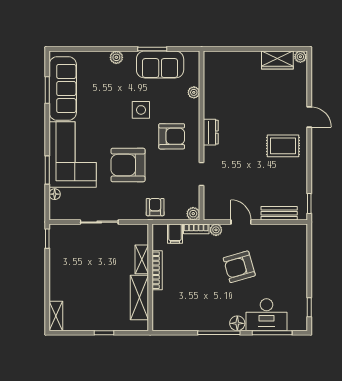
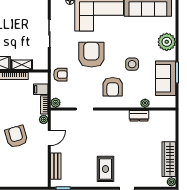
plant: (116, 57) -> (167, 42), width x1.88, depth x1.88
wardrobe: (277, 60) -> (169, 159), width x1.50
dresser: (211, 132) -> (139, 116), moved

